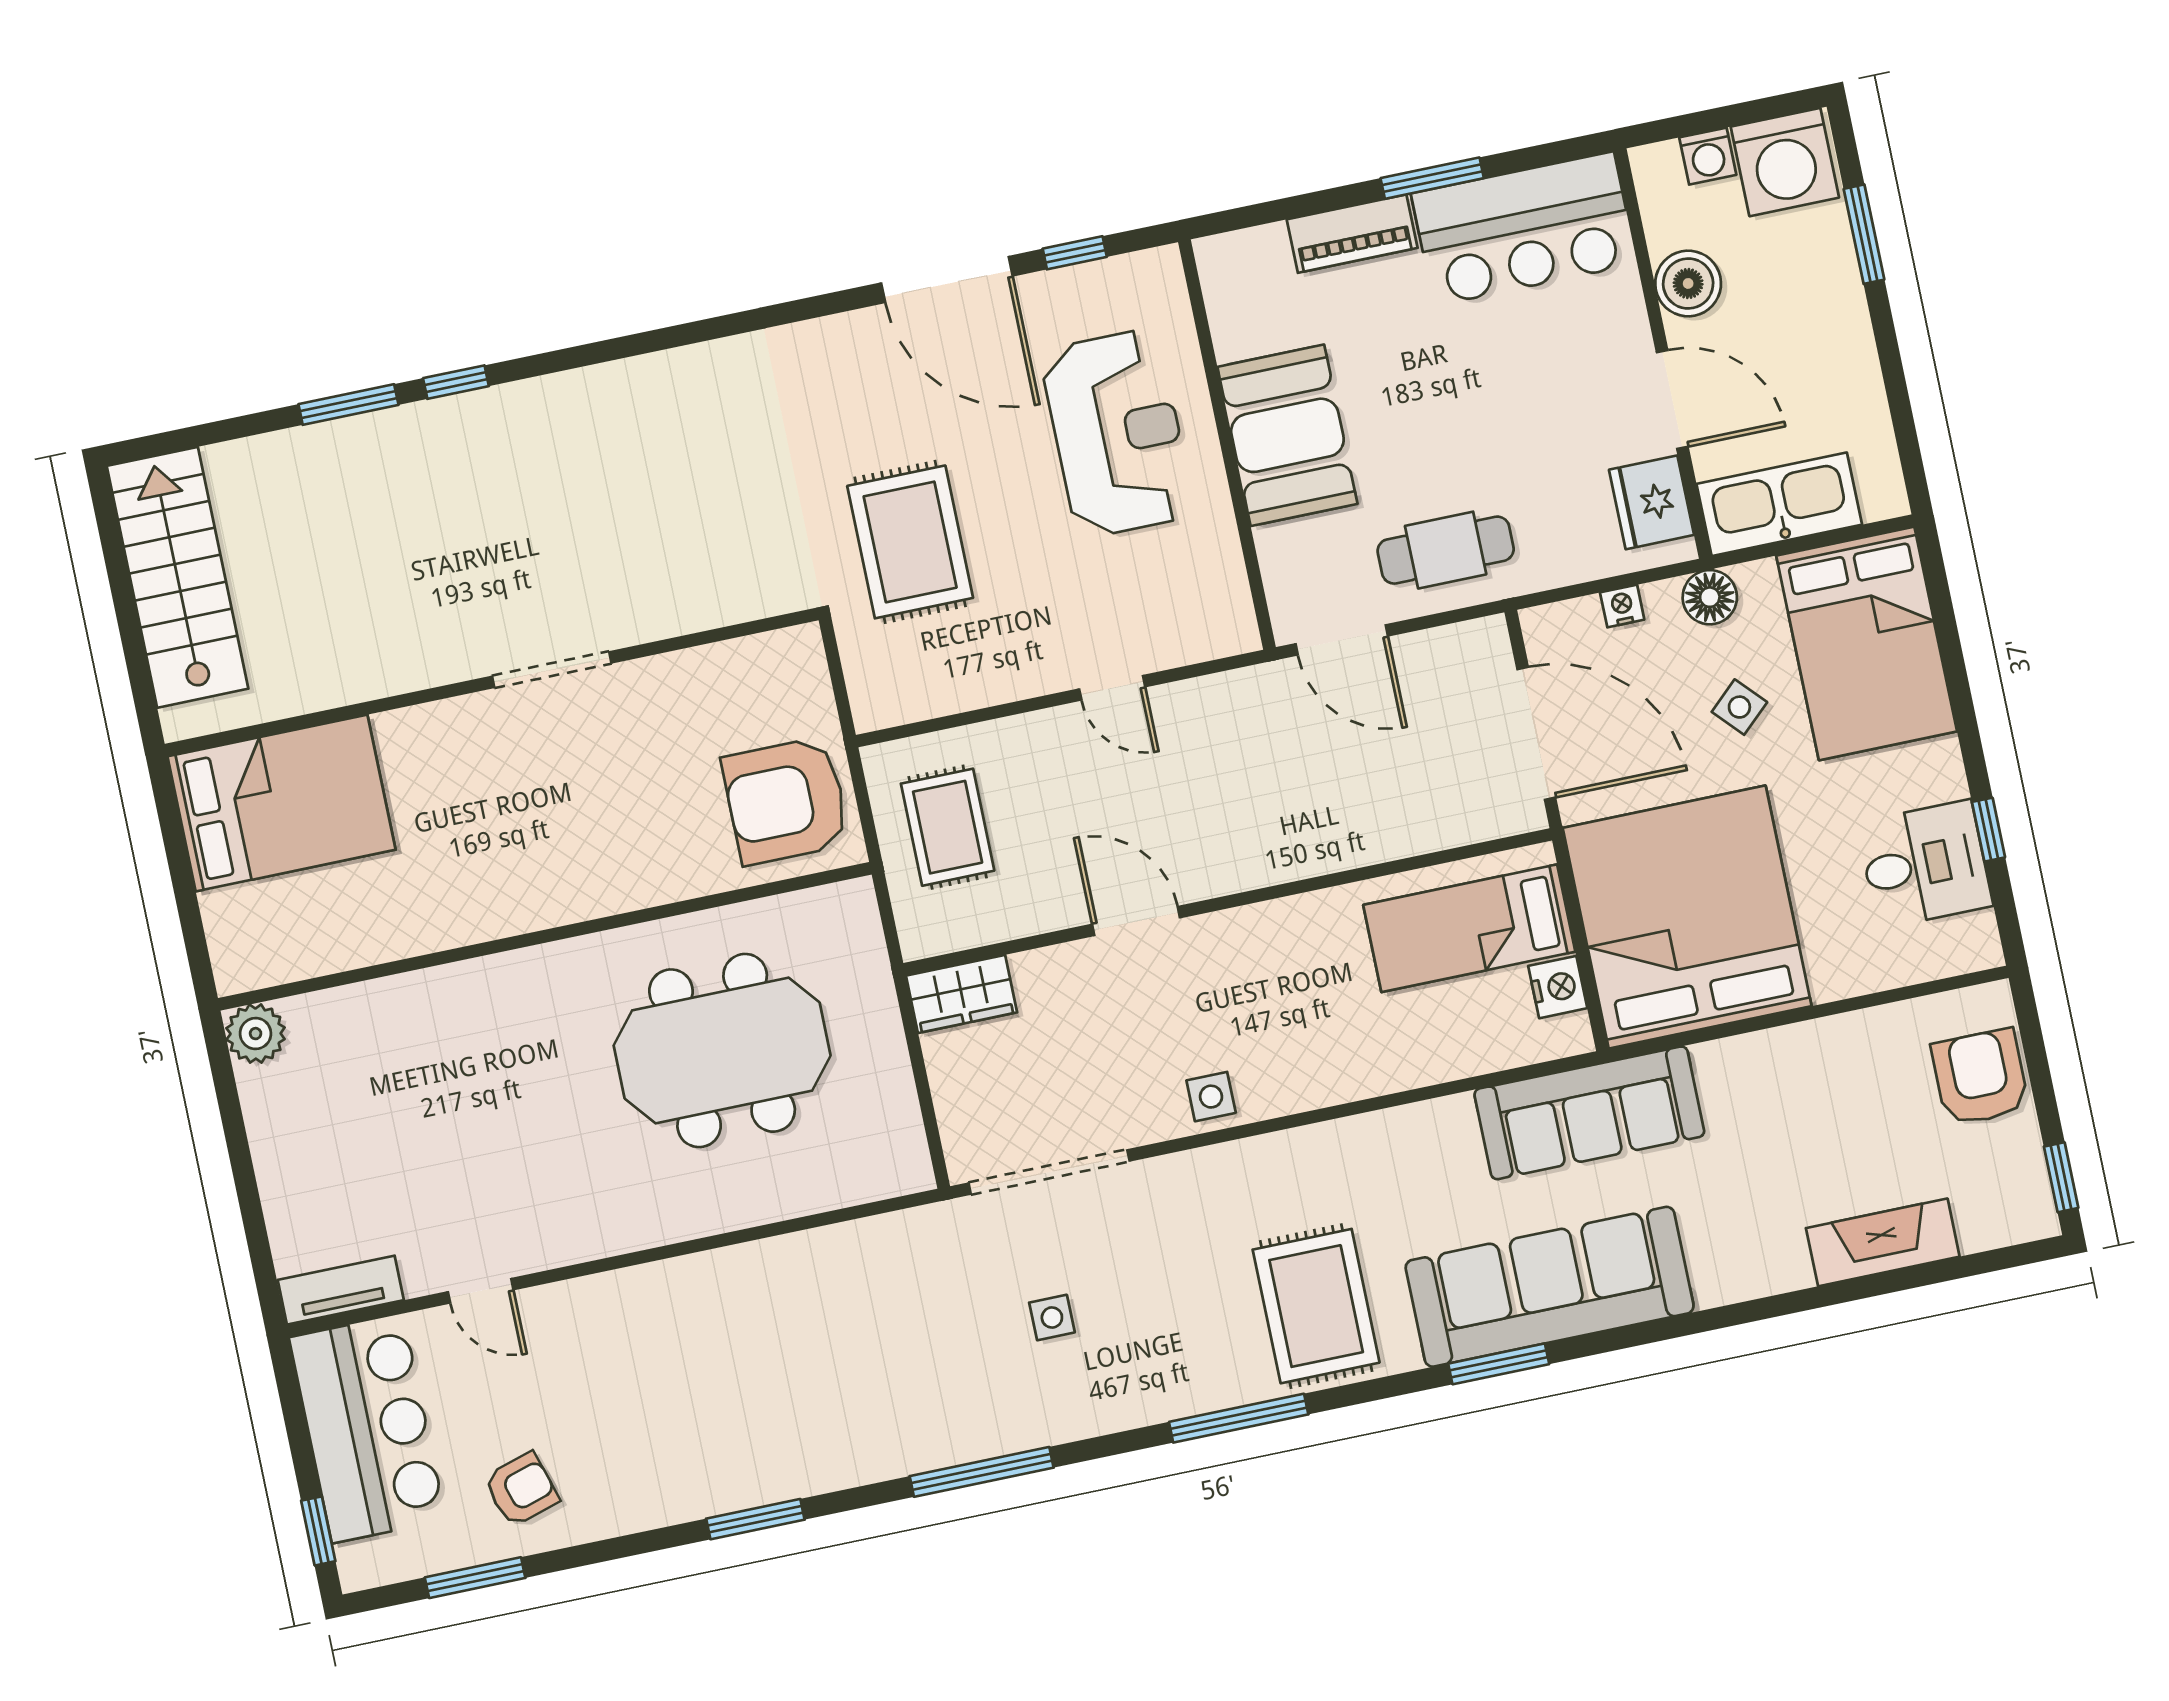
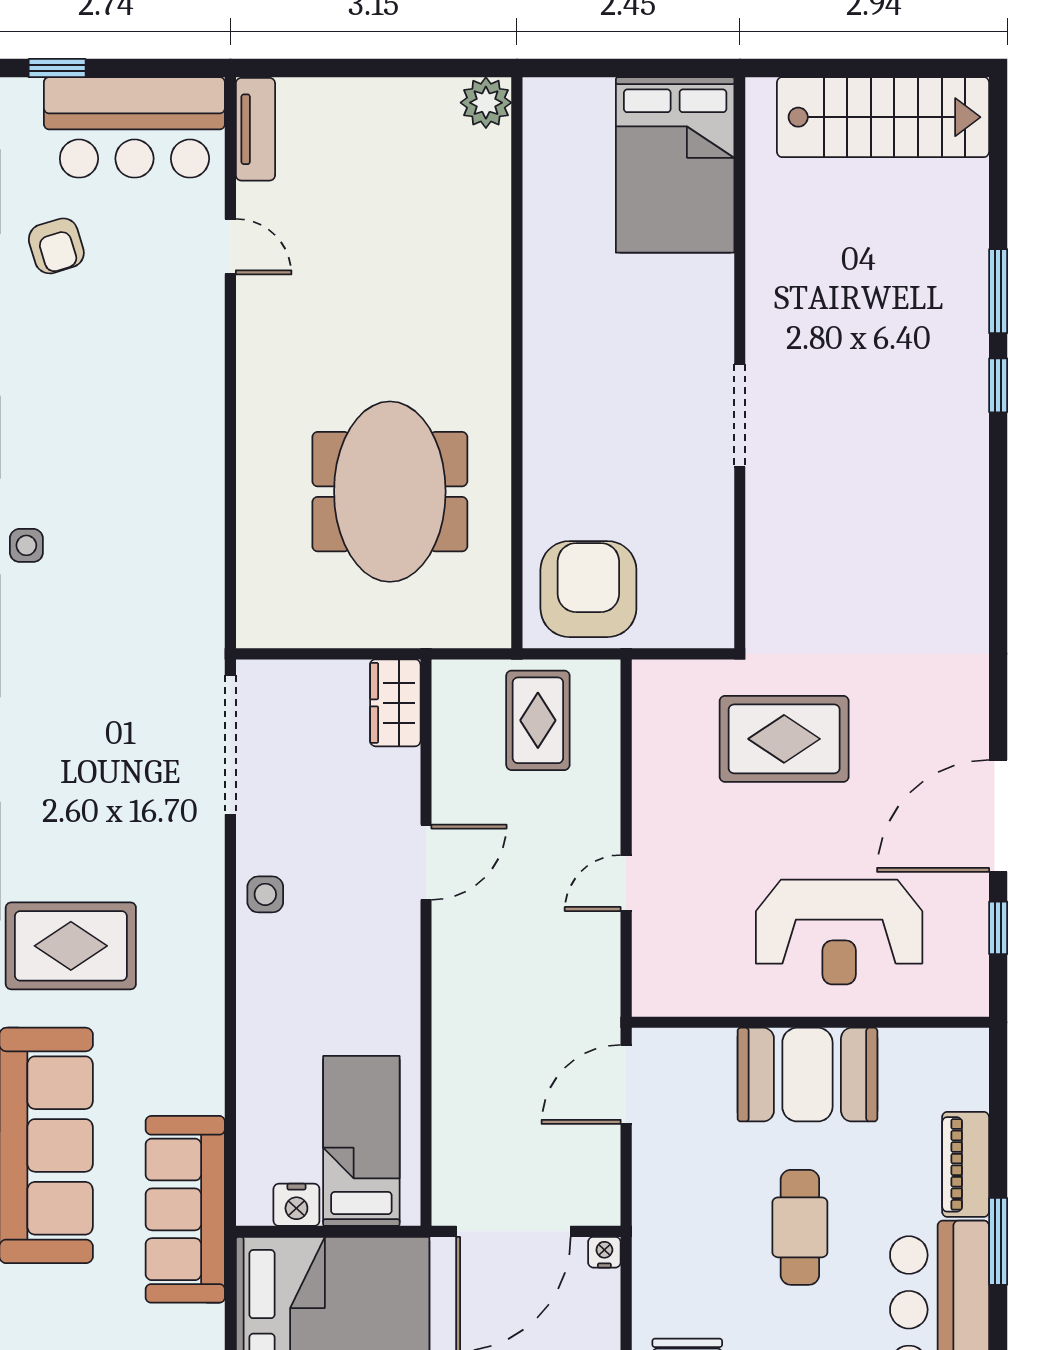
cafe table: (1446, 550) -> (800, 1227), moved
nightstand: (1622, 606) -> (604, 1252), moved, turned -90
rug: (948, 827) -> (538, 720), turned 90
door: (481, 1291) -> (230, 247), swing flipped
side table: (1052, 1318) -> (26, 545), moved

